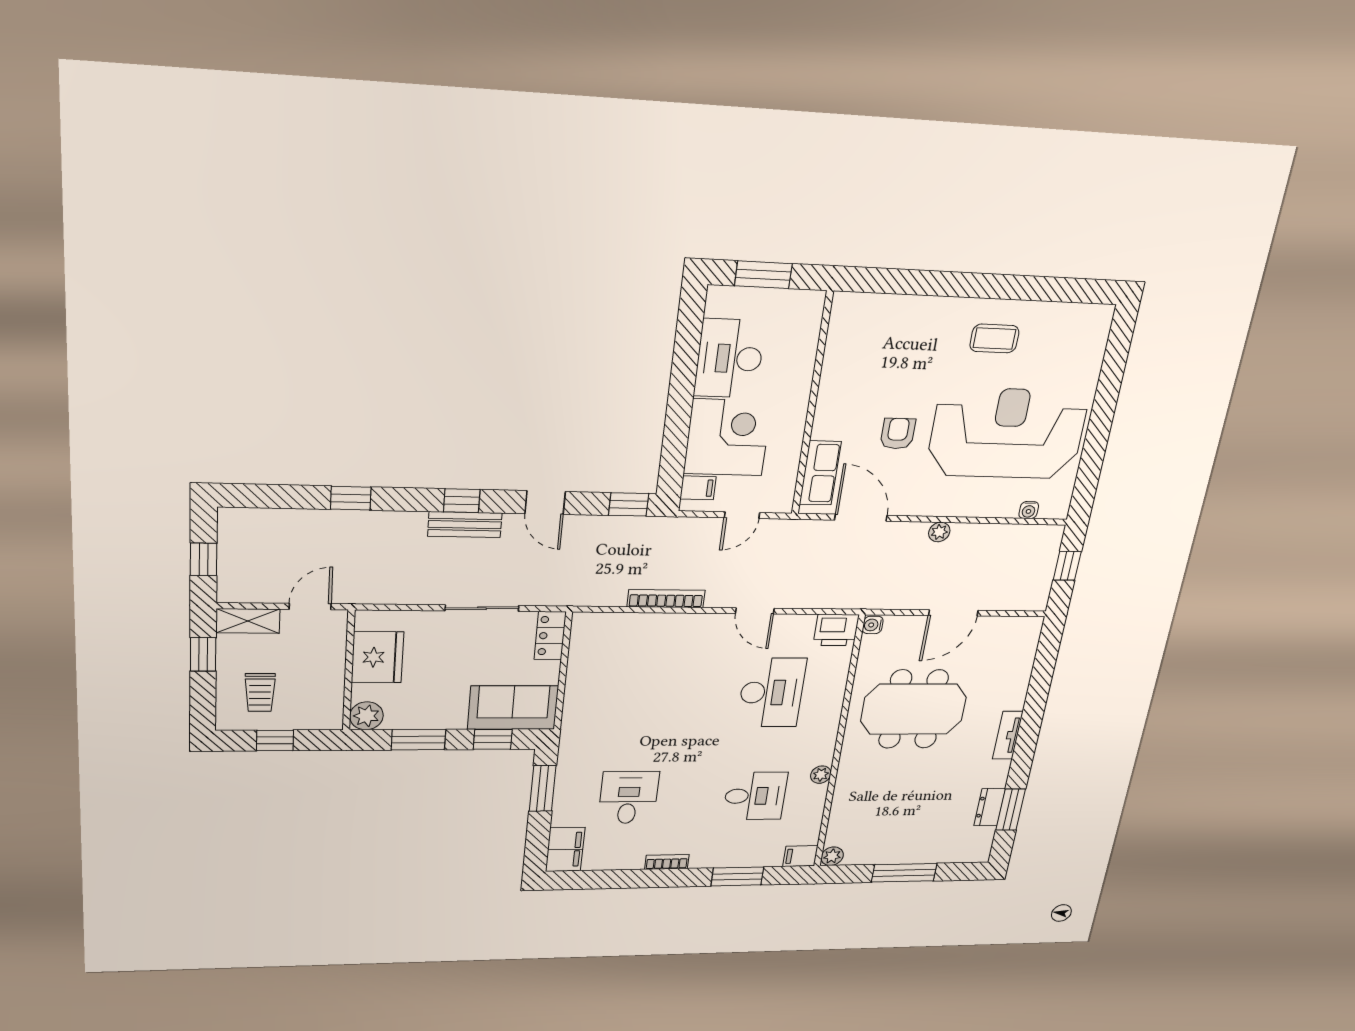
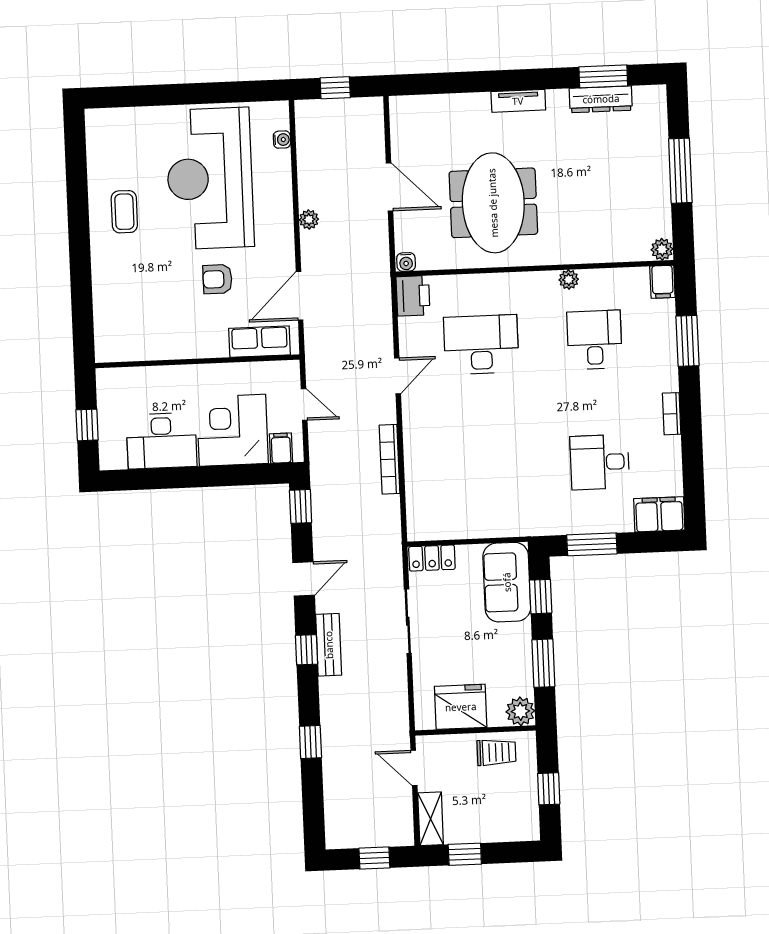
window: (763, 275) -> (87, 425), width x0.67
trolley: (260, 692) -> (496, 752), moved
dresser: (990, 807) -> (601, 99), width x1.44

